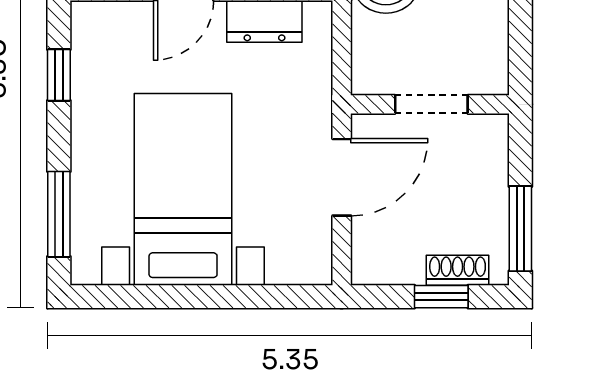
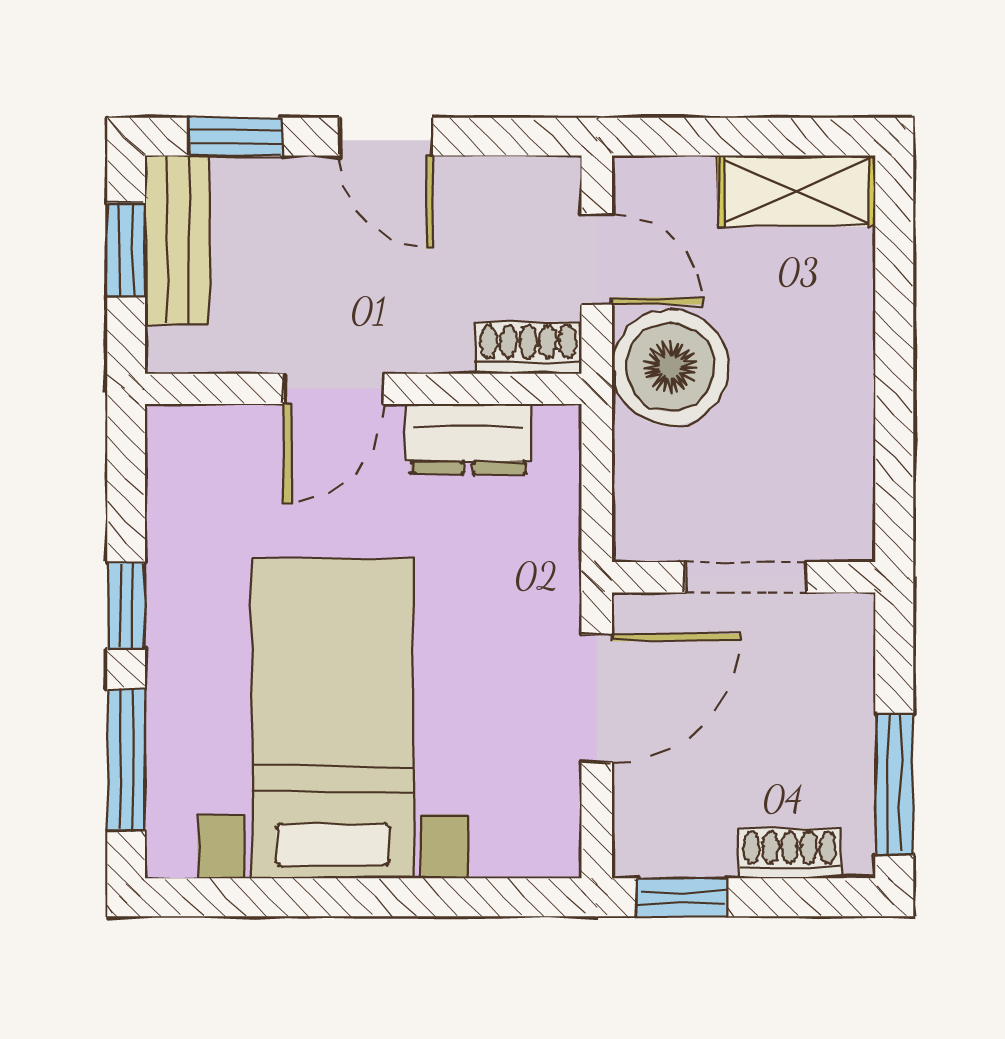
window: (59, 75) -> (126, 605), moved
window: (441, 297) -> (682, 897), moved

